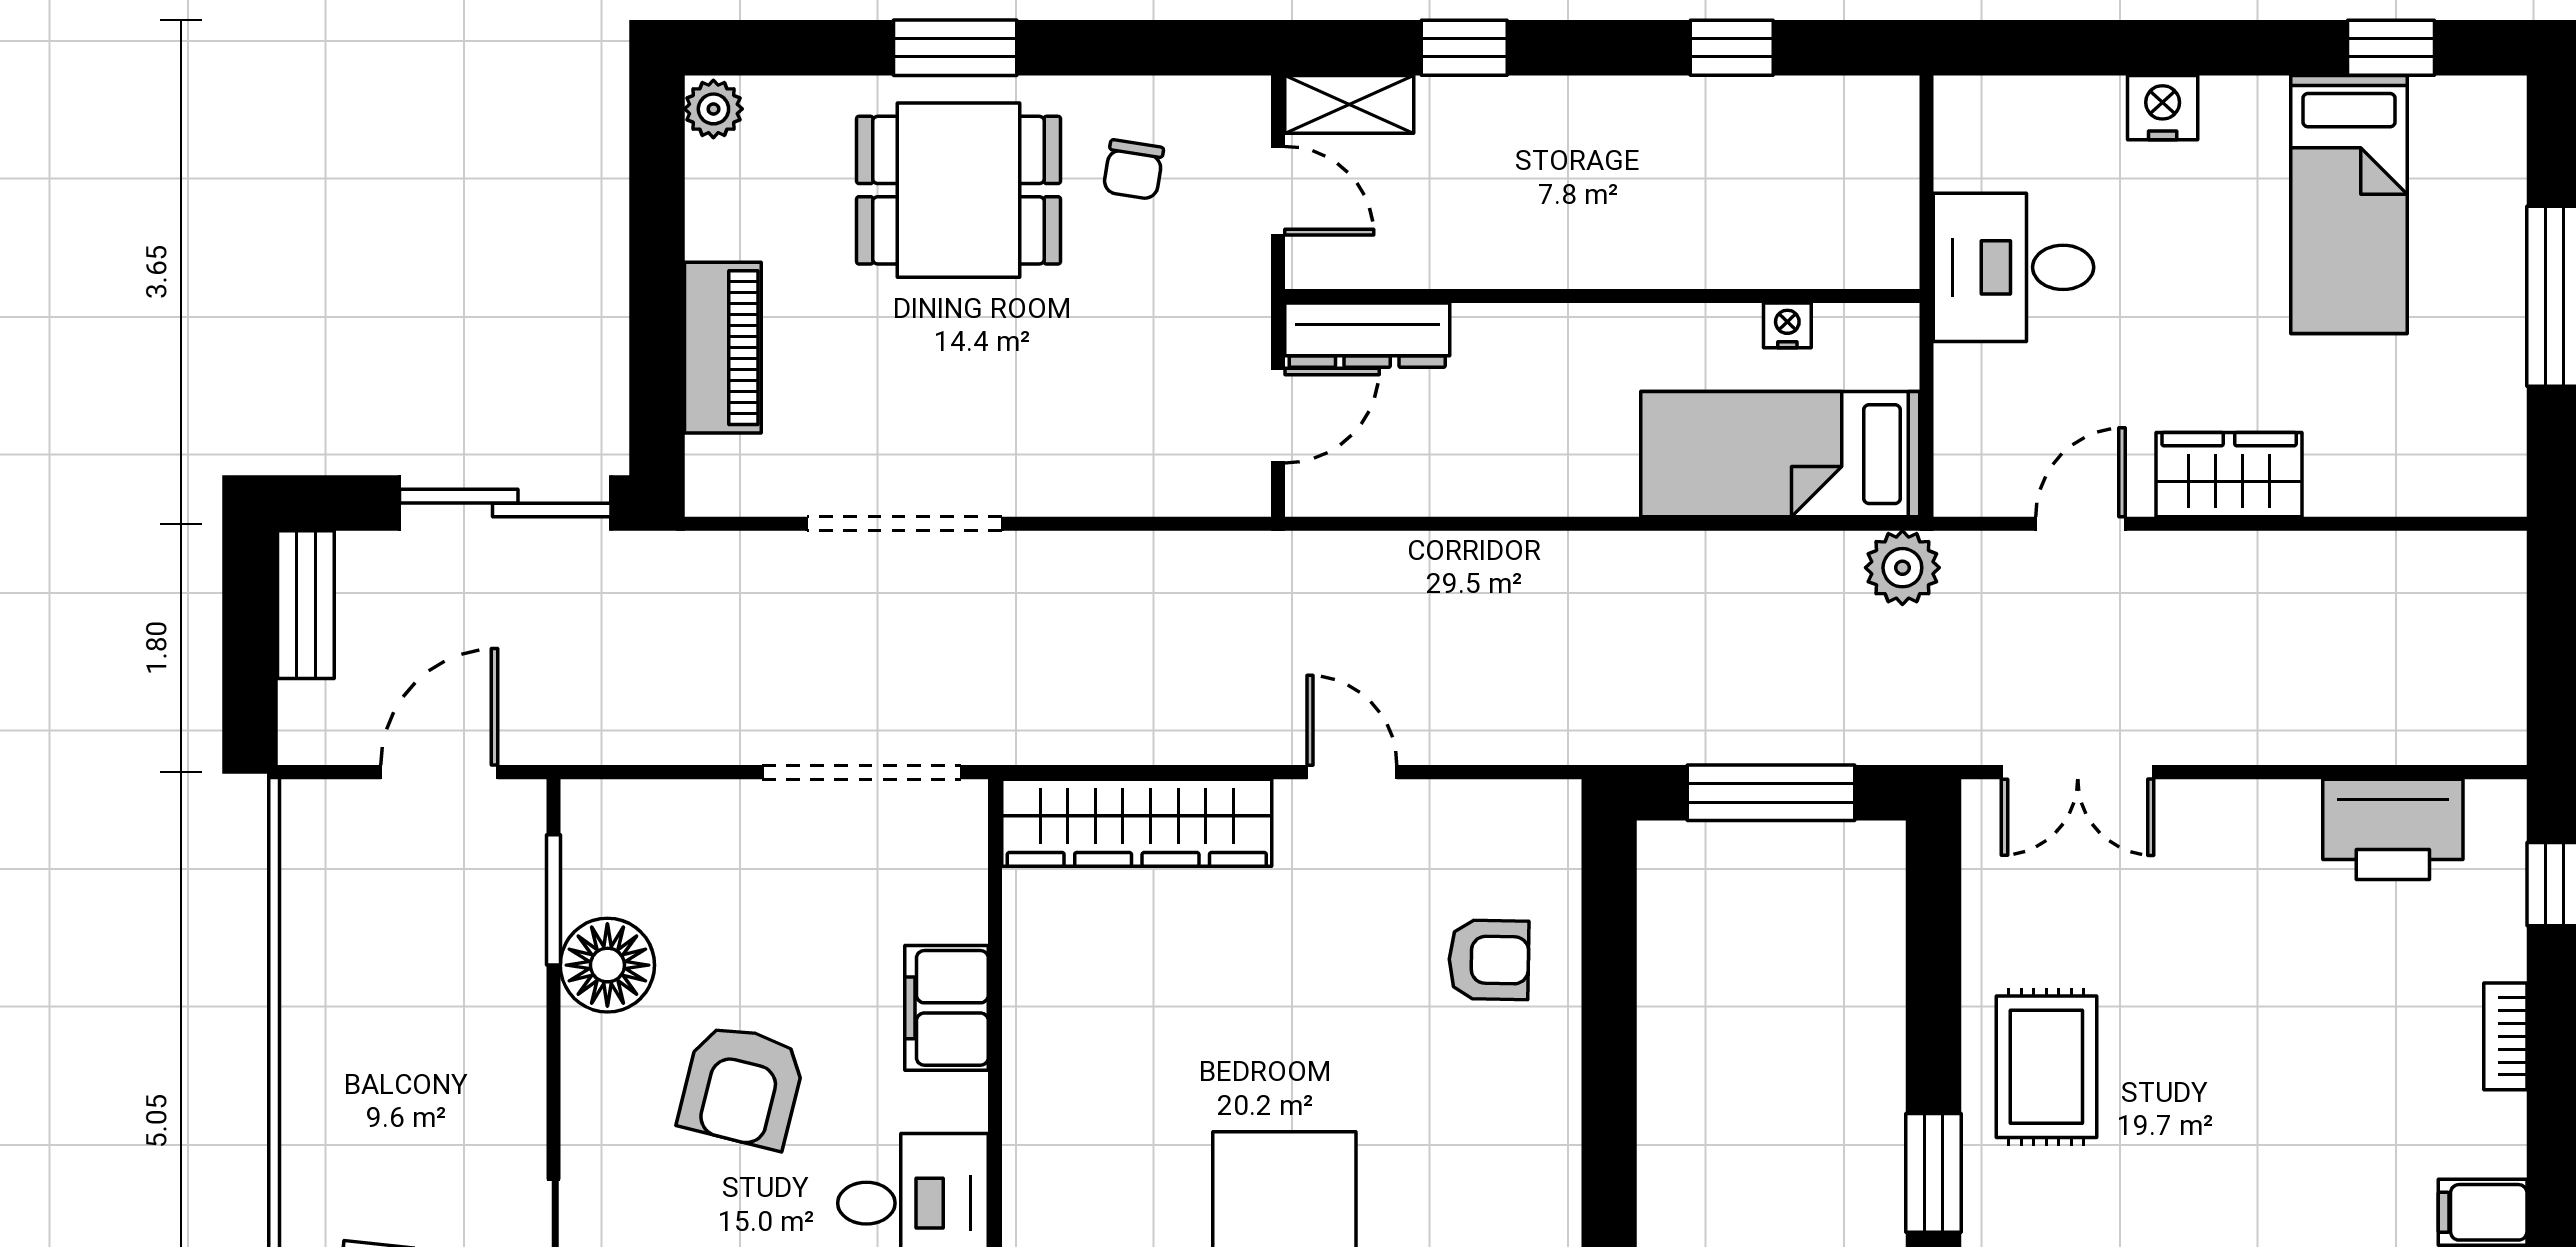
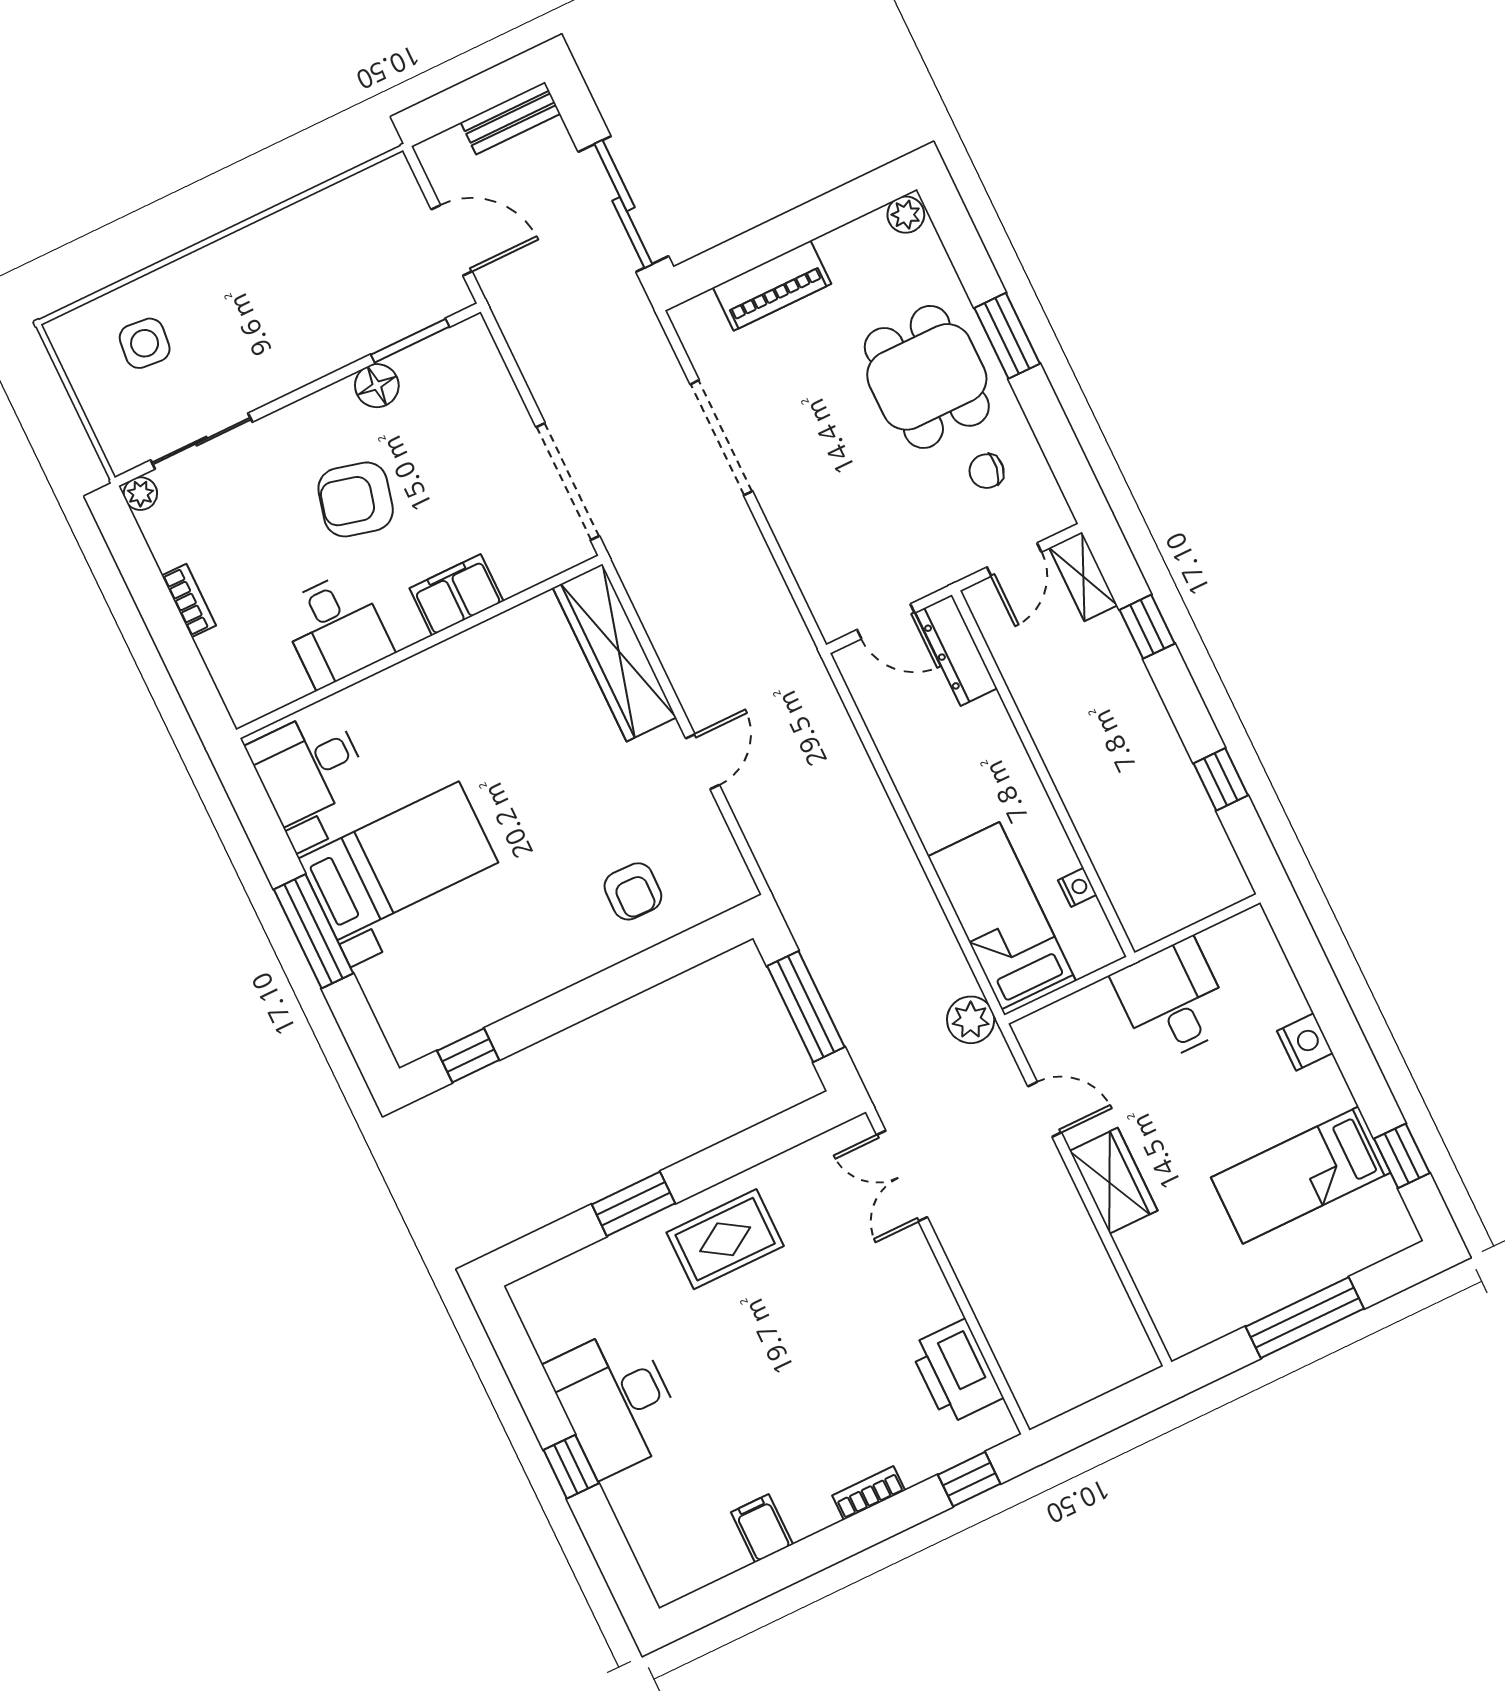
floor lamp: (607, 965) -> (377, 386), width x0.73, depth x0.73

